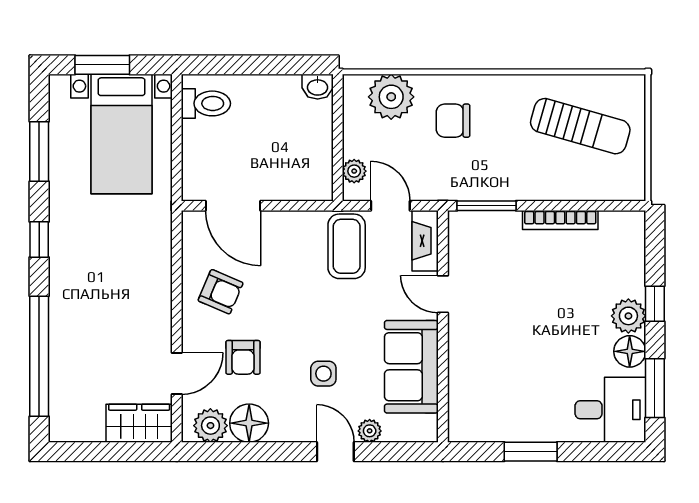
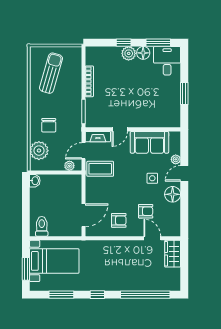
armchair: (221, 292) -> (119, 220), turned 67
floor lamp: (249, 423) -> (173, 194), moved
plant: (210, 426) -> (174, 225), removed

